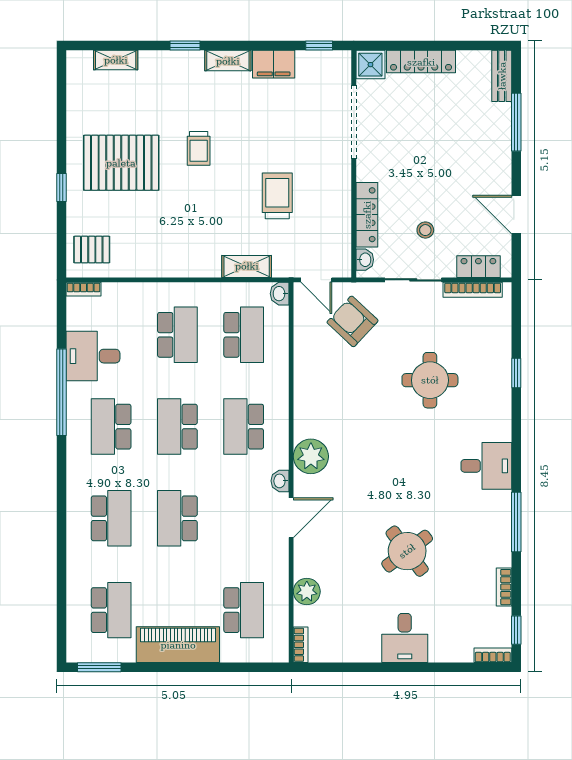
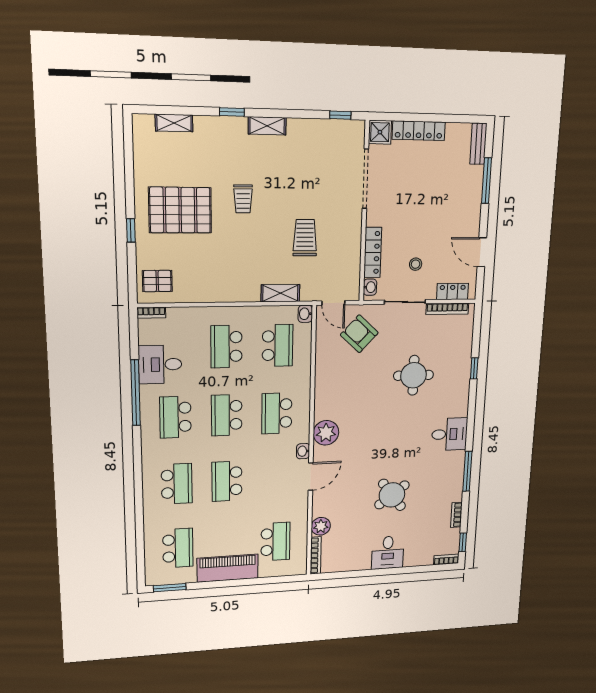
filing cabinet: (274, 64) -> (304, 130), removed
school desk: (177, 335) -> (226, 347), turned 180
bookcase: (301, 645) -> (316, 555), width x1.56

